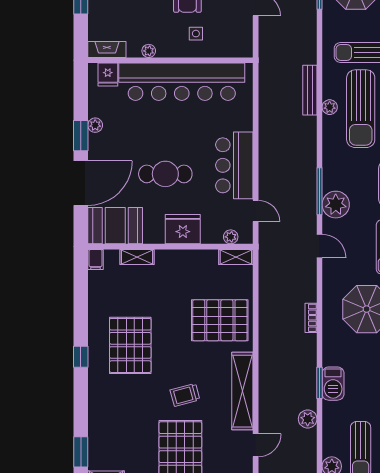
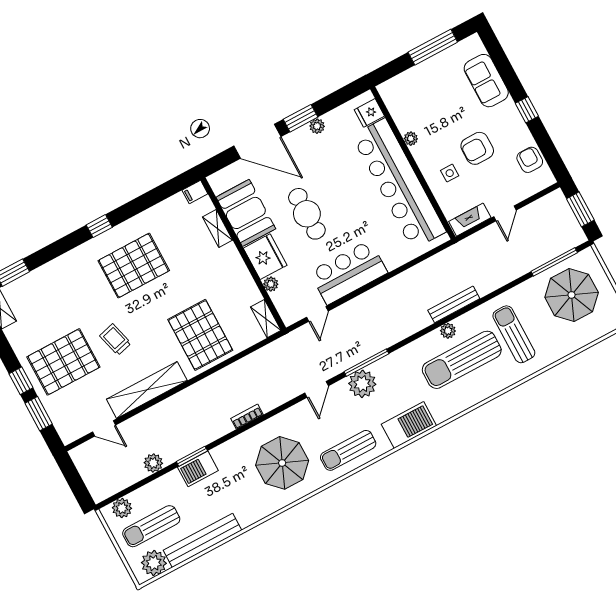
fireplace: (107, 50) -> (470, 220), moved, turned -90
booth: (115, 226) -> (246, 213), moved
plant: (231, 237) -> (271, 284), moved

